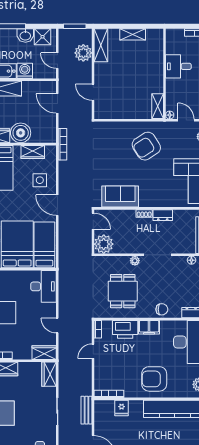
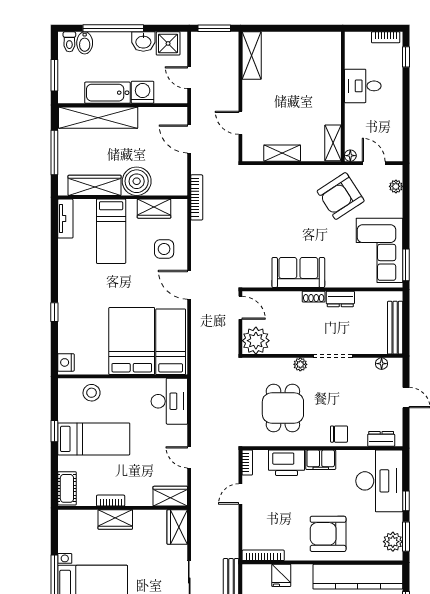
shelving: (133, 34) -> (282, 153), moved
plant: (83, 53) -> (226, 67), removed
armchair: (146, 146) -> (341, 196), moved
sofa: (120, 197) -> (298, 273), moved

